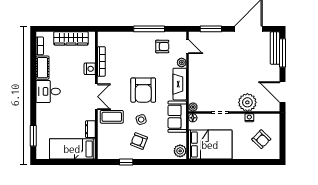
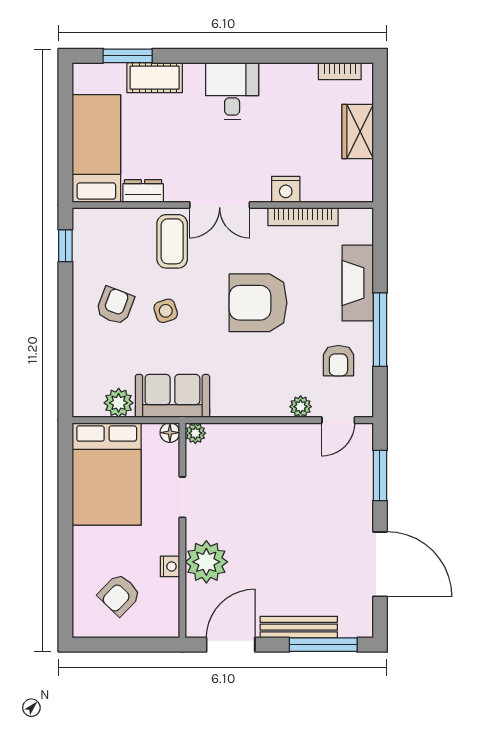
wardrobe: (71, 38) -> (358, 132), width x0.67
bench: (275, 48) -> (299, 627), moved
cot: (42, 68) -> (155, 78), moved
fireplace: (180, 84) -> (358, 283), moved, turned -90
armchair: (143, 90) -> (258, 303), moved
plant: (180, 151) -> (119, 403), moved
window: (126, 162) -> (65, 246), moved

